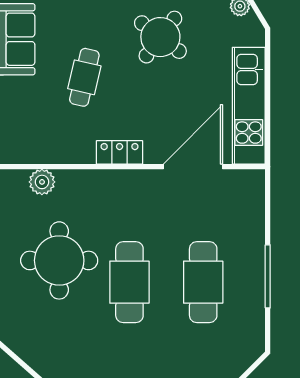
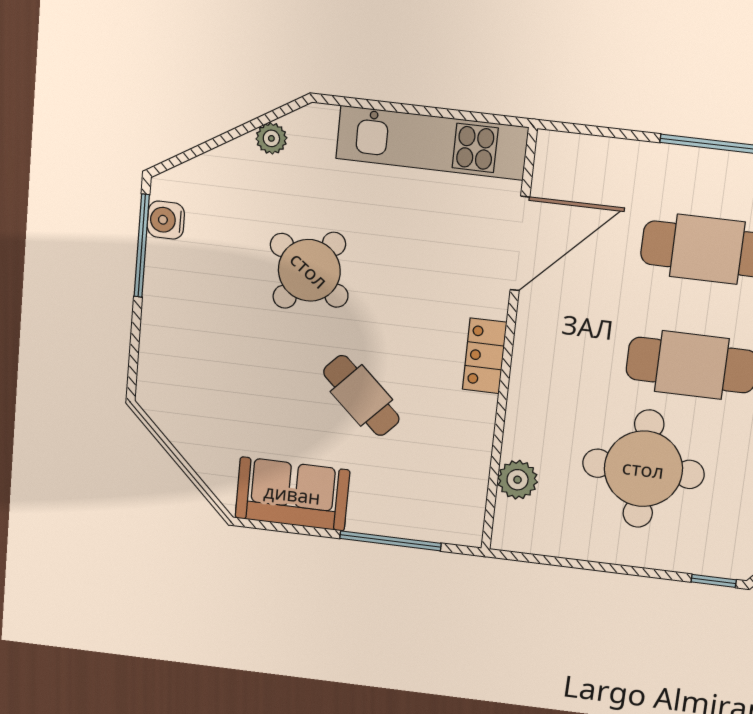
cafe table: (84, 77) -> (361, 396), turned 30
door: (193, 167) -> (520, 244), swing flipped

